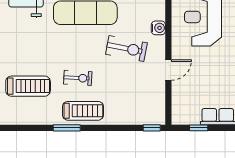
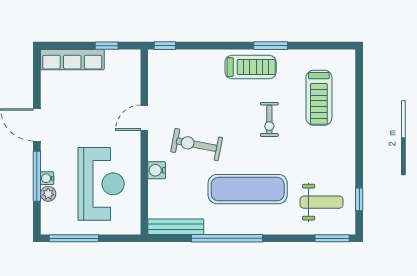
exercise bike: (78, 78) -> (269, 120), moved, turned -93
treadmill: (28, 86) -> (319, 98), turned -90
treadmill: (83, 111) -> (251, 67), turned 180

